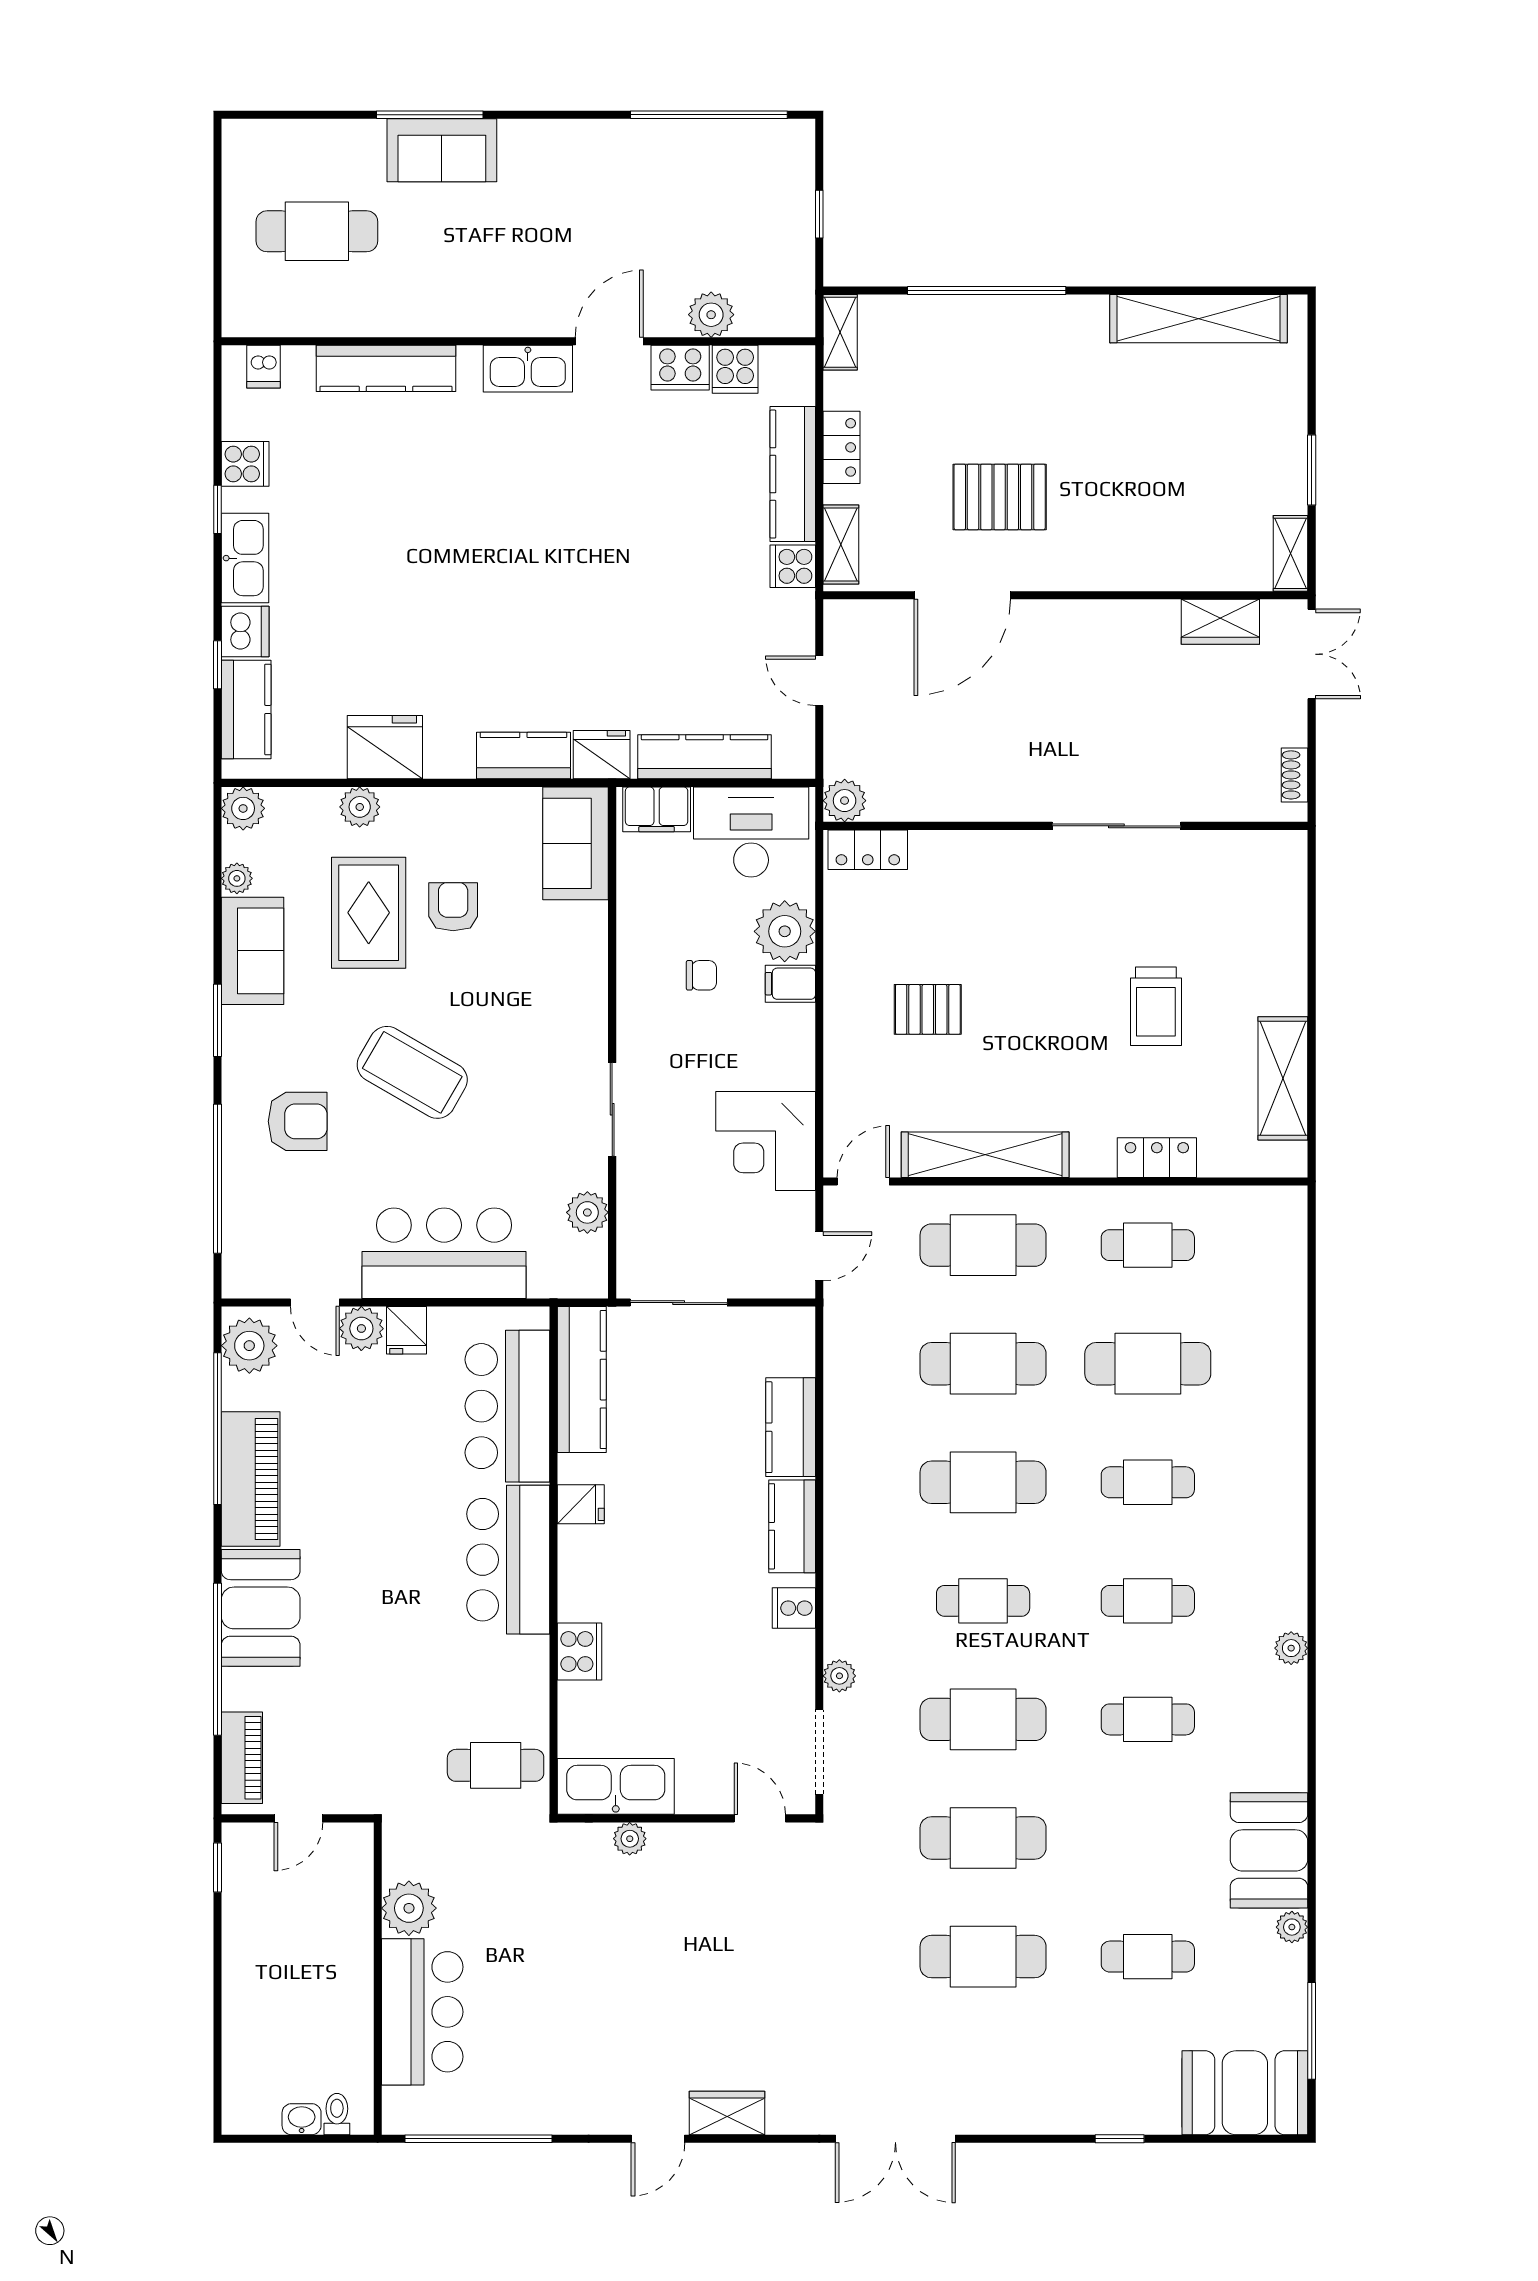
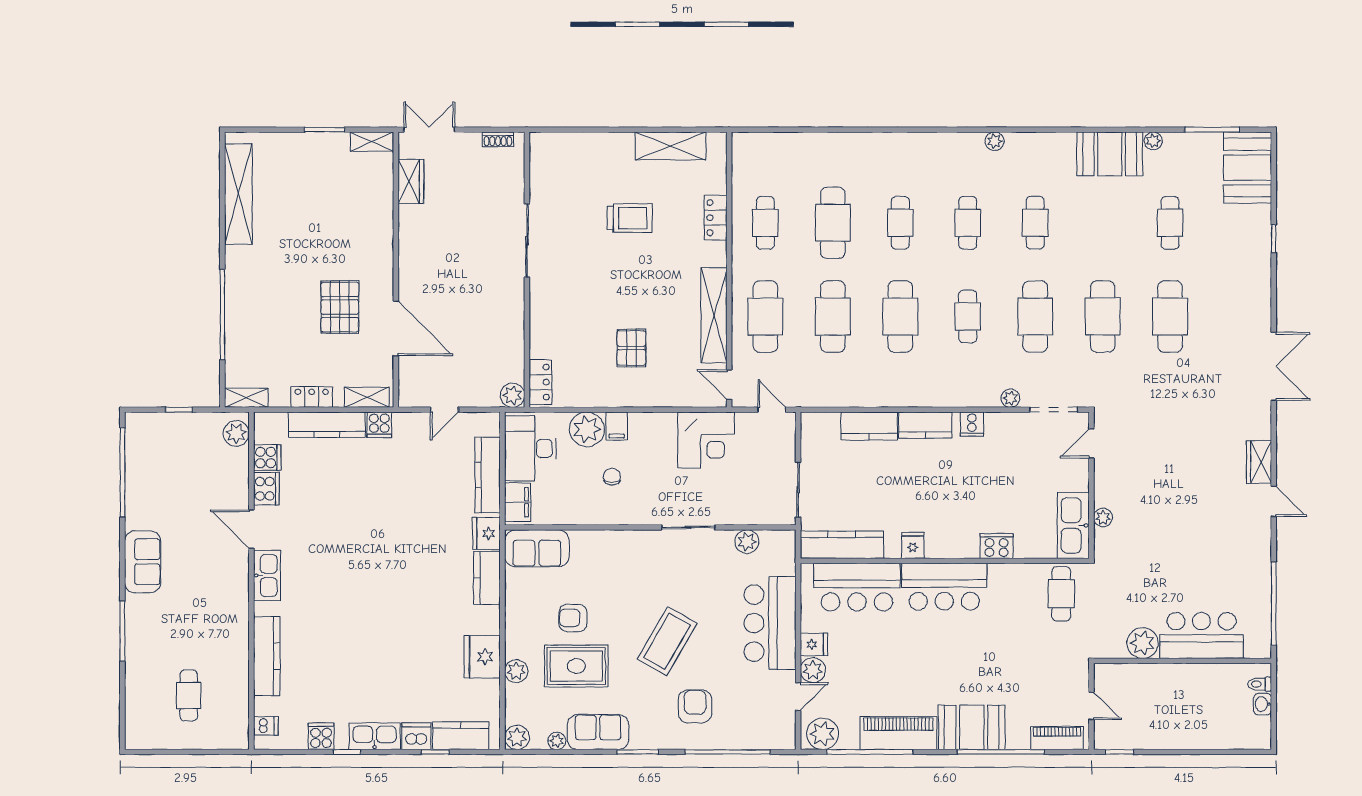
sofa: (442, 150) -> (143, 562), moved
cafe table: (317, 231) -> (189, 695), width x0.73, depth x0.74
plant: (711, 315) -> (236, 433), moved

